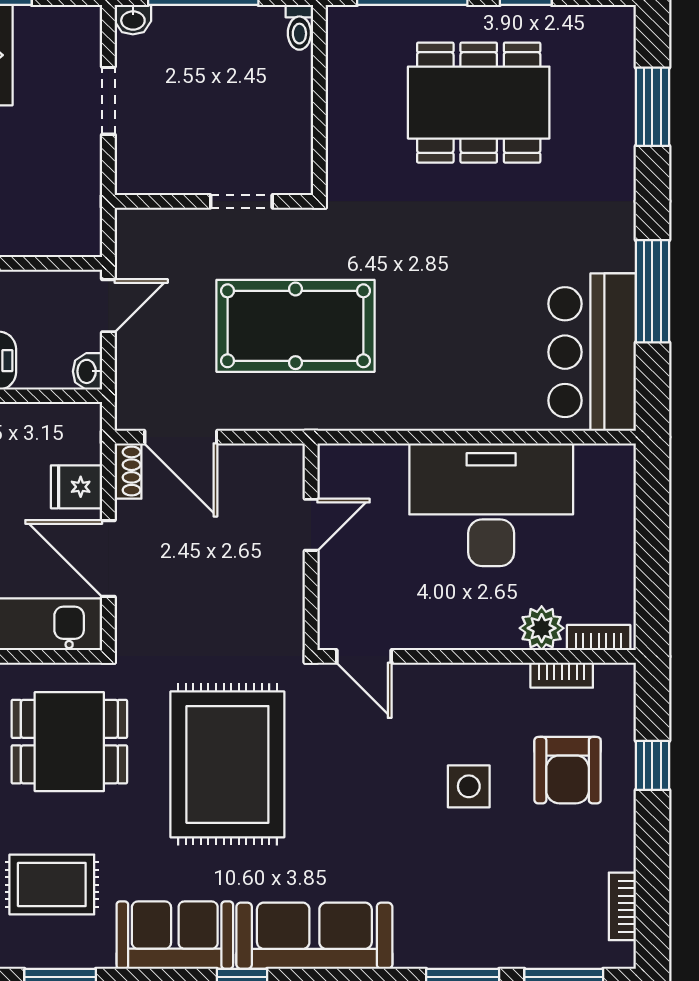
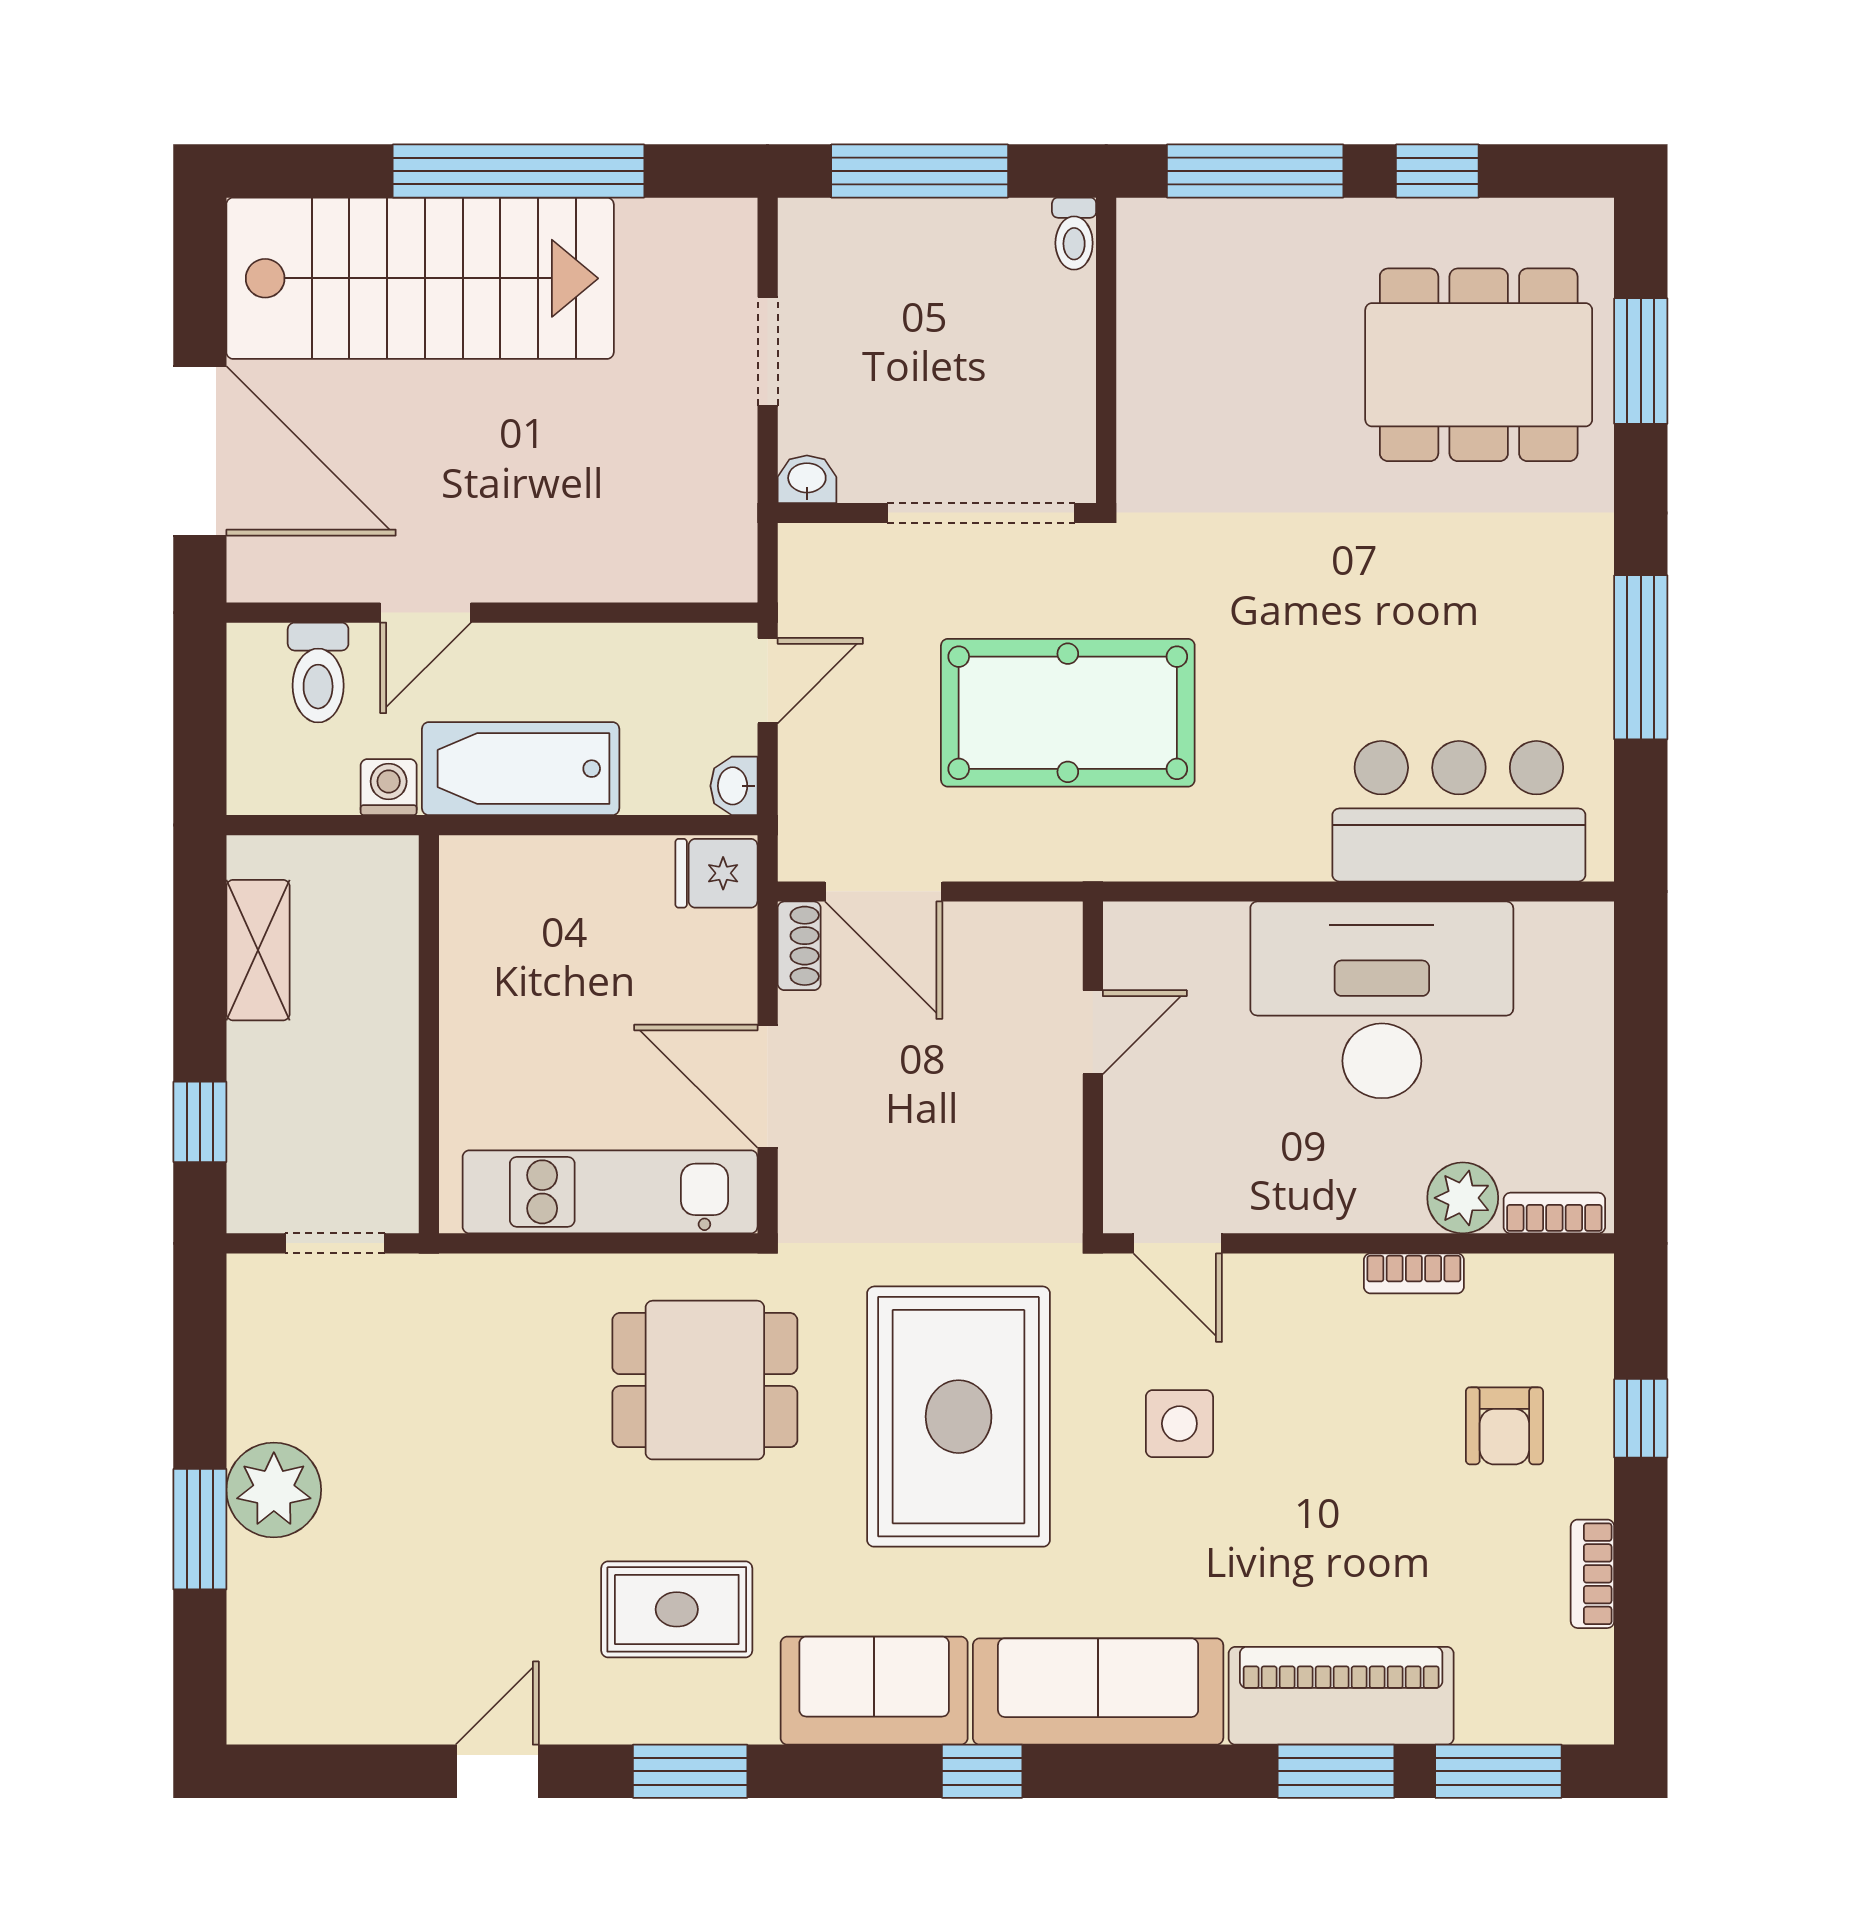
washbasin: (133, 20) -> (807, 479), moved, turned 180
dining table: (479, 103) -> (1479, 365), moved
doorway: (241, 201) -> (981, 513), width x1.87
bar counter: (592, 352) -> (1459, 811), moved, turned 90
fridge: (77, 487) -> (716, 873), moved
bookcase: (562, 675) -> (1414, 1273), moved
armchair: (568, 770) -> (1504, 1426), width x0.72, depth x0.72
side table: (469, 786) -> (1179, 1424), moved
bookcase: (622, 906) -> (1592, 1574), moved
piano: (466, 938) -> (1341, 1696), added

